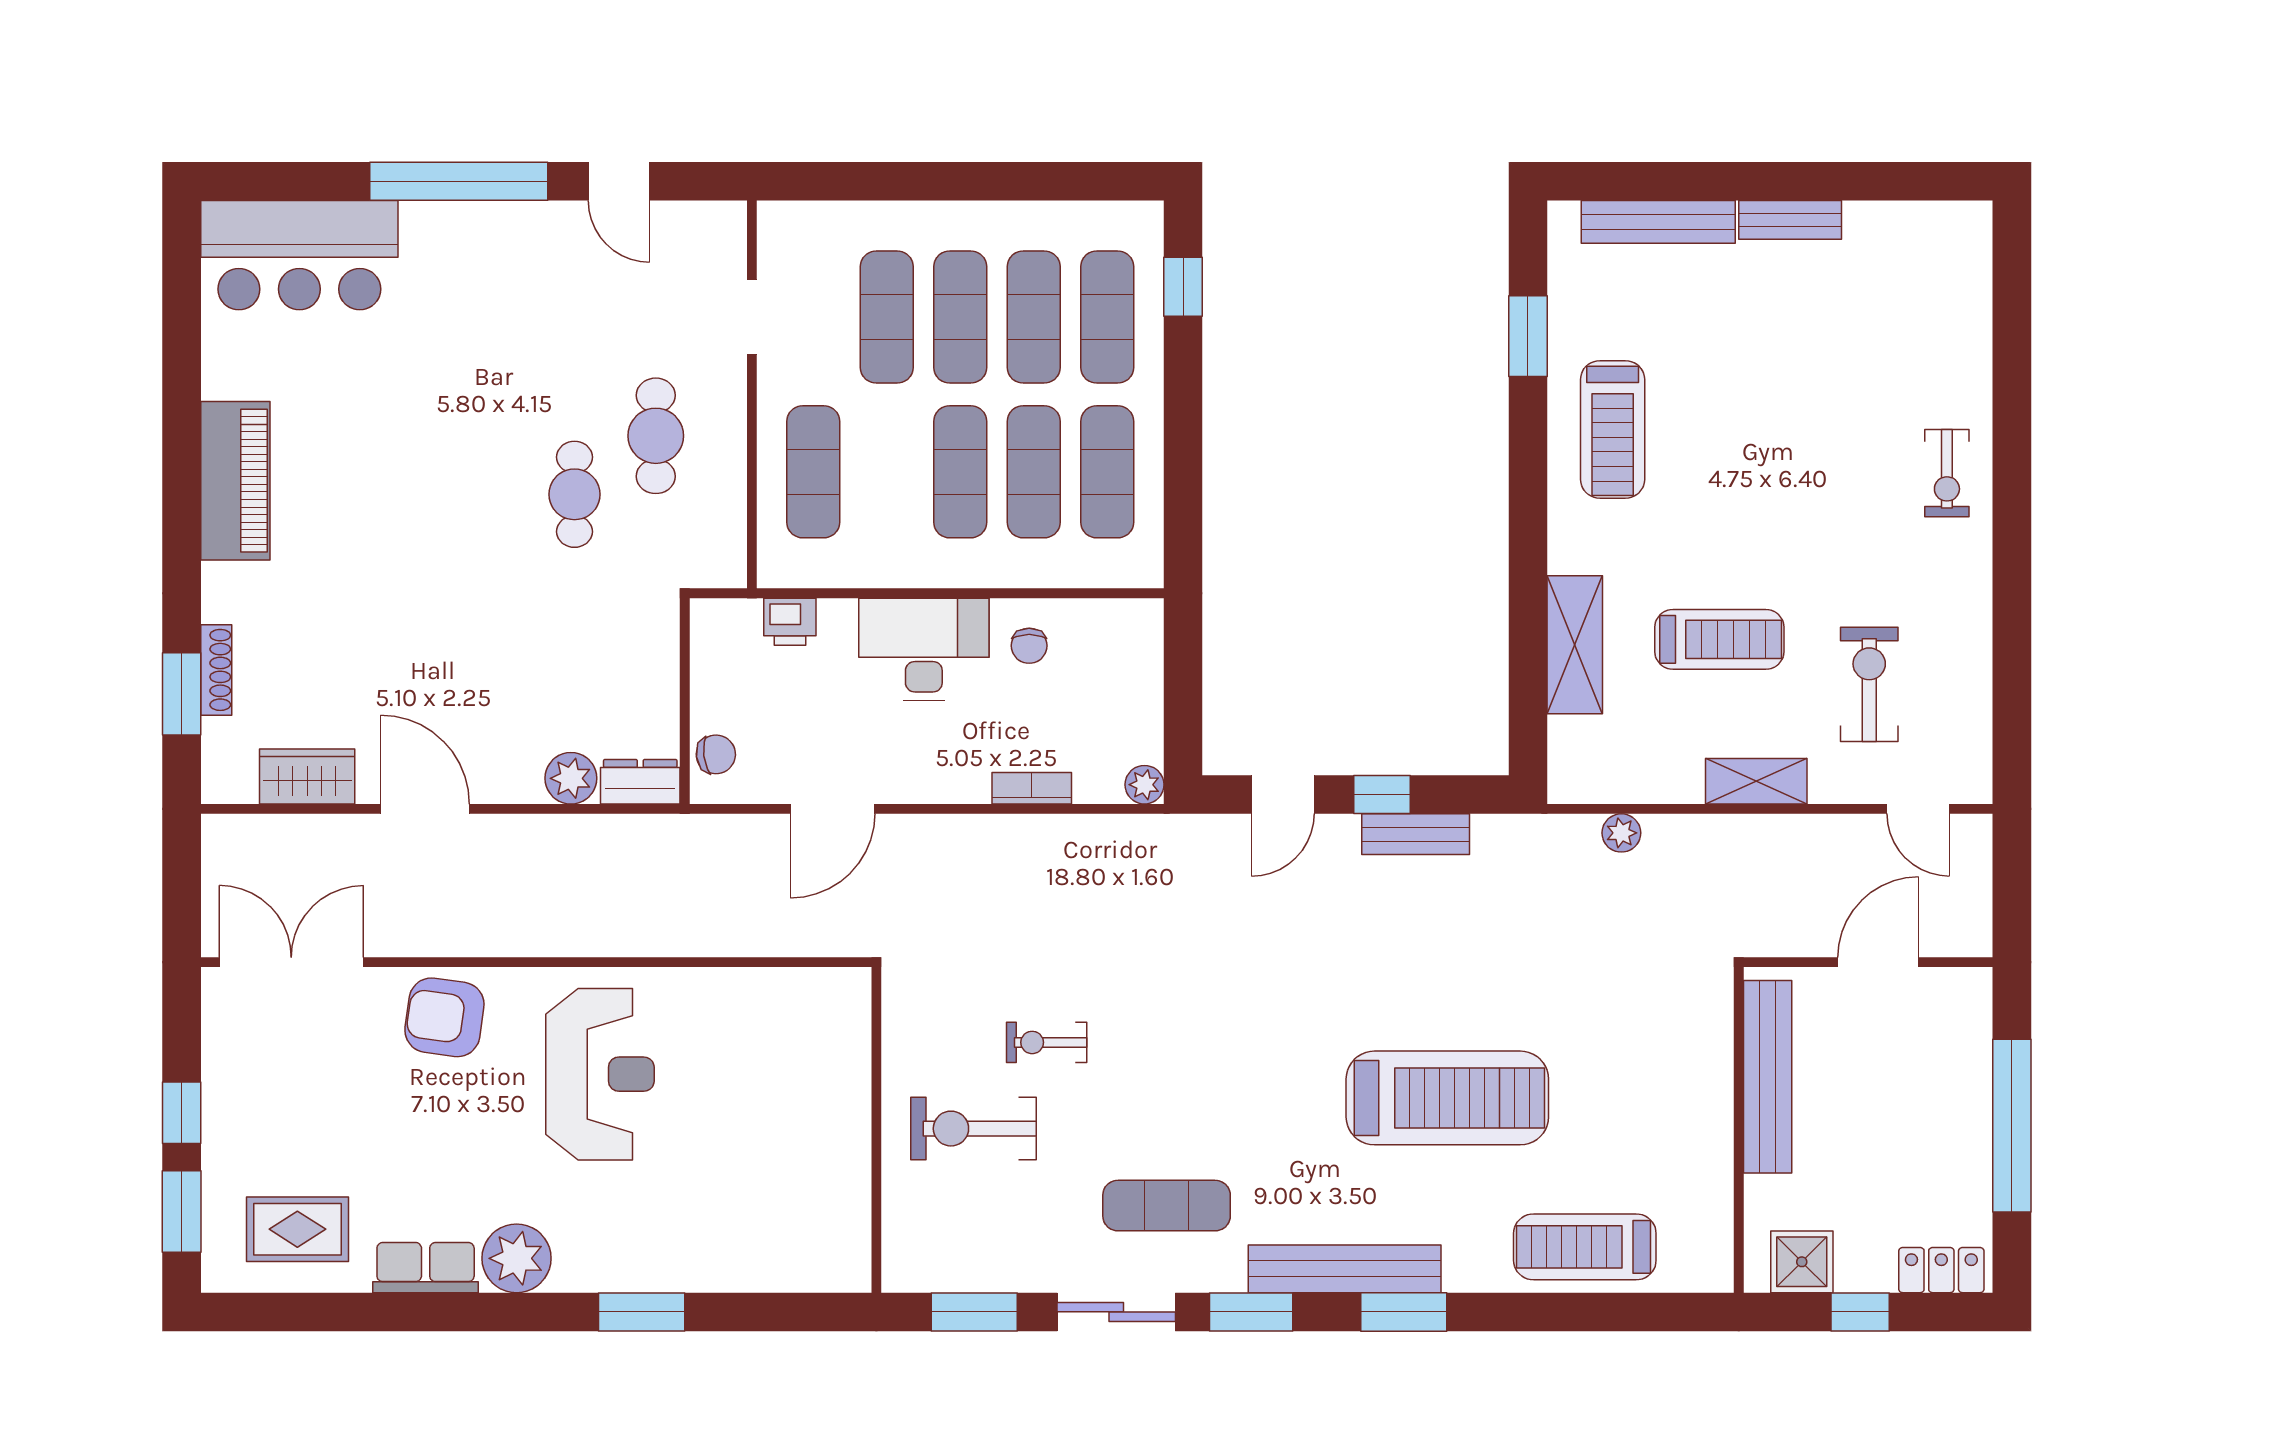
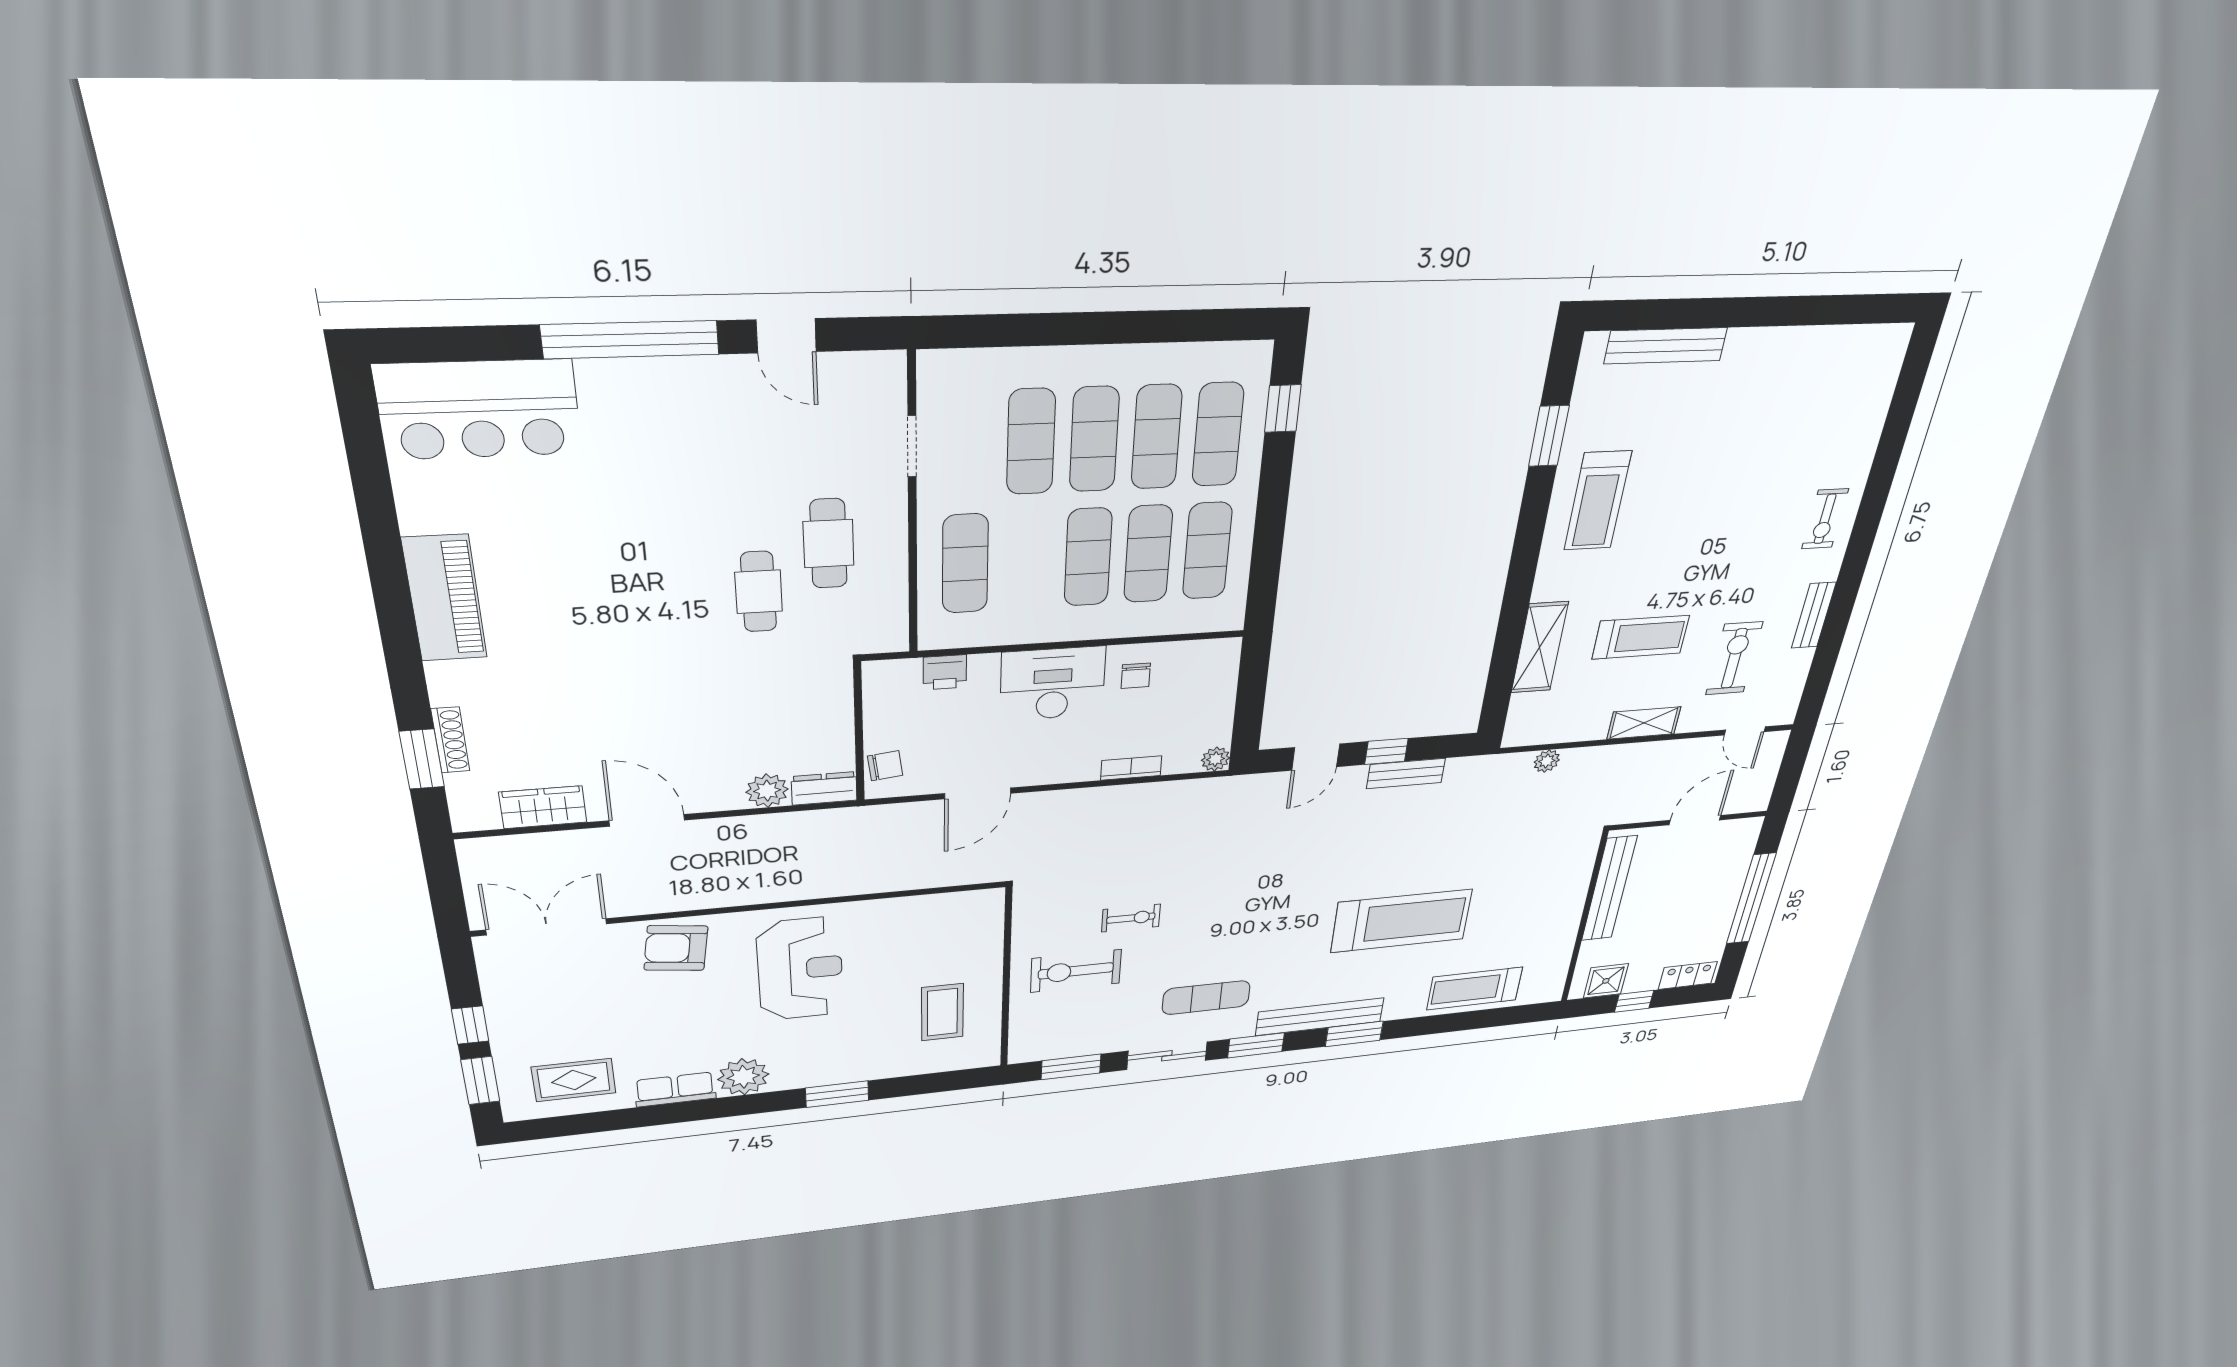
bench: (1790, 220) -> (1814, 615), moved, turned 90
exercise bike: (1047, 1042) -> (1131, 918), turned 180
coffee table: (789, 1179) -> (942, 1012), added

